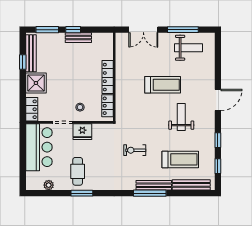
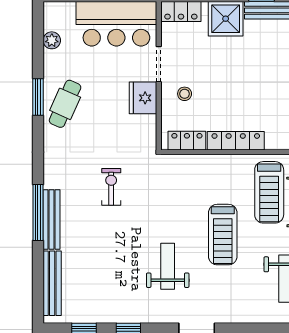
weight bench: (181, 117) -> (168, 266), turned -90
treadmill: (180, 159) -> (269, 192), moved
cafe table: (78, 171) -> (65, 104), moved, turned -66

